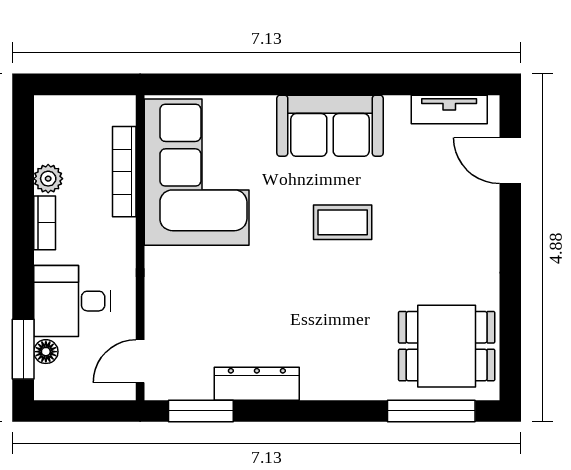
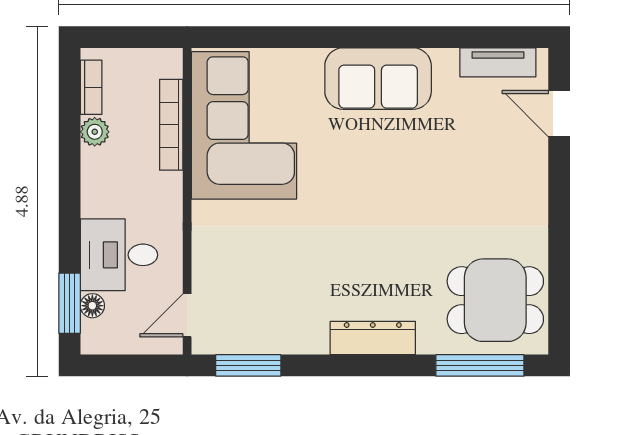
coffee table: (343, 222) -> (391, 176), removed
bookcase: (45, 223) -> (91, 87), moved
dresser: (257, 384) -> (373, 338), moved

